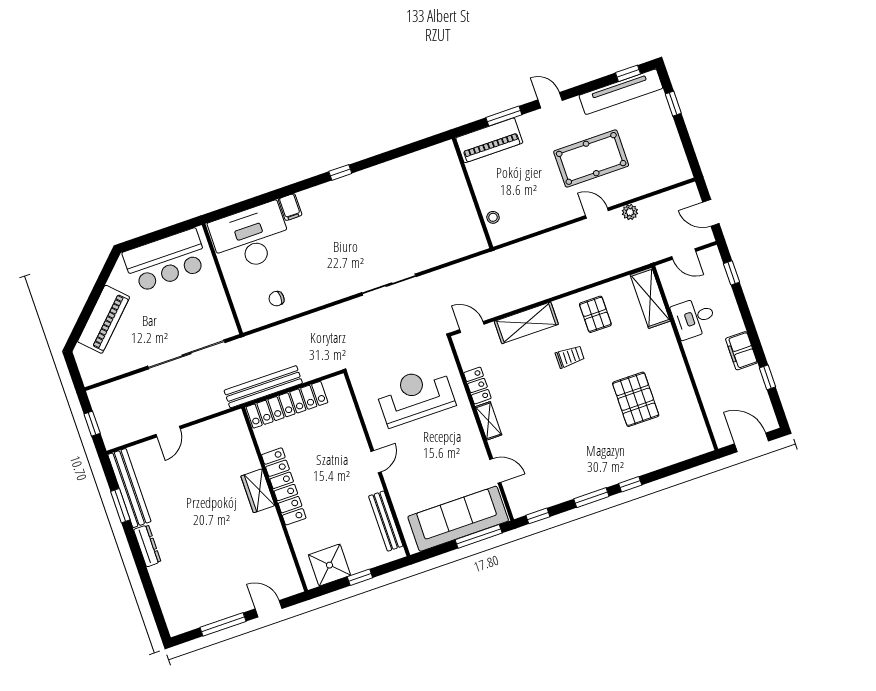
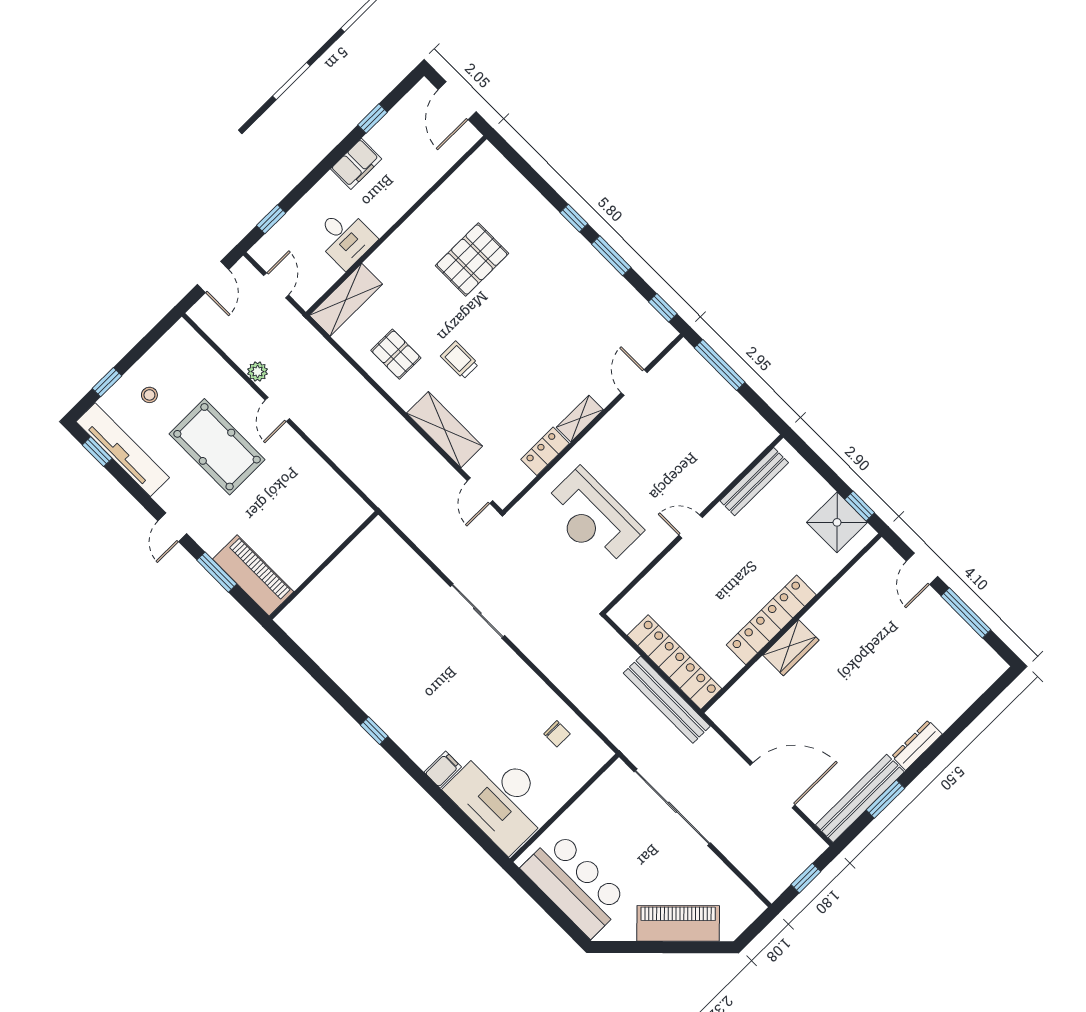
stool: (493, 217) -> (149, 395), moved
pallet: (595, 314) -> (396, 354), turned 90
door: (168, 432) -> (772, 785), width x1.88
sofa: (458, 519) -> (711, 399), removed
window: (360, 577) -> (860, 506), moved

